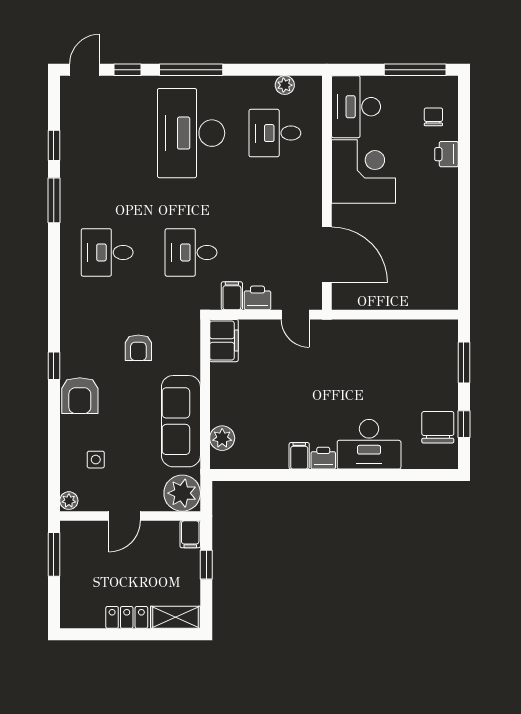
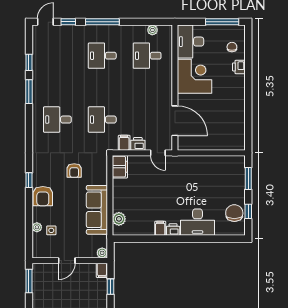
desk: (191, 133) -> (102, 56), width x0.53, depth x0.77
plant: (182, 493) -> (102, 253), width x0.53, depth x0.53
plant: (69, 501) -> (37, 227), moved

